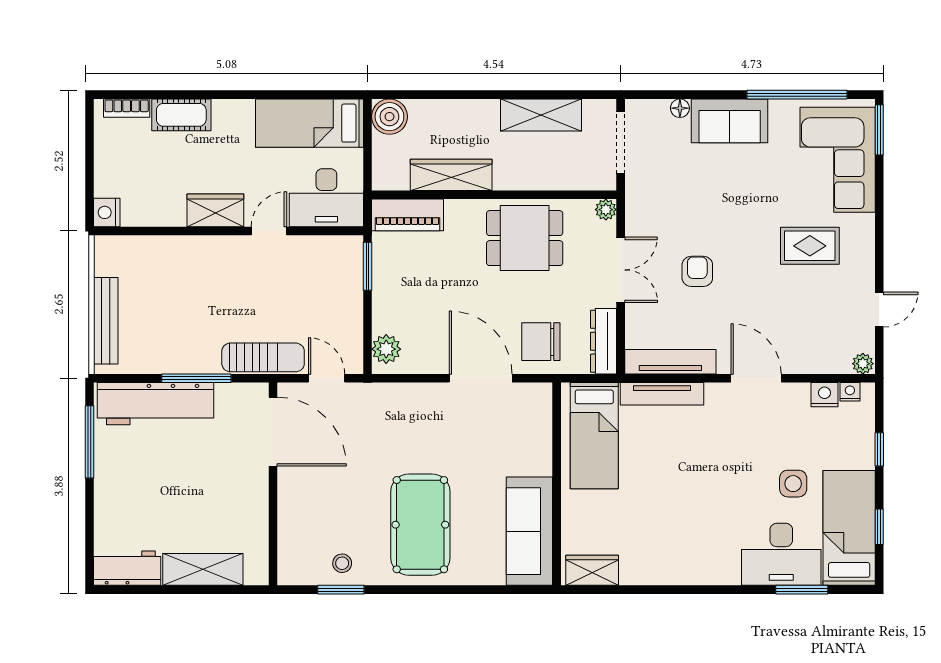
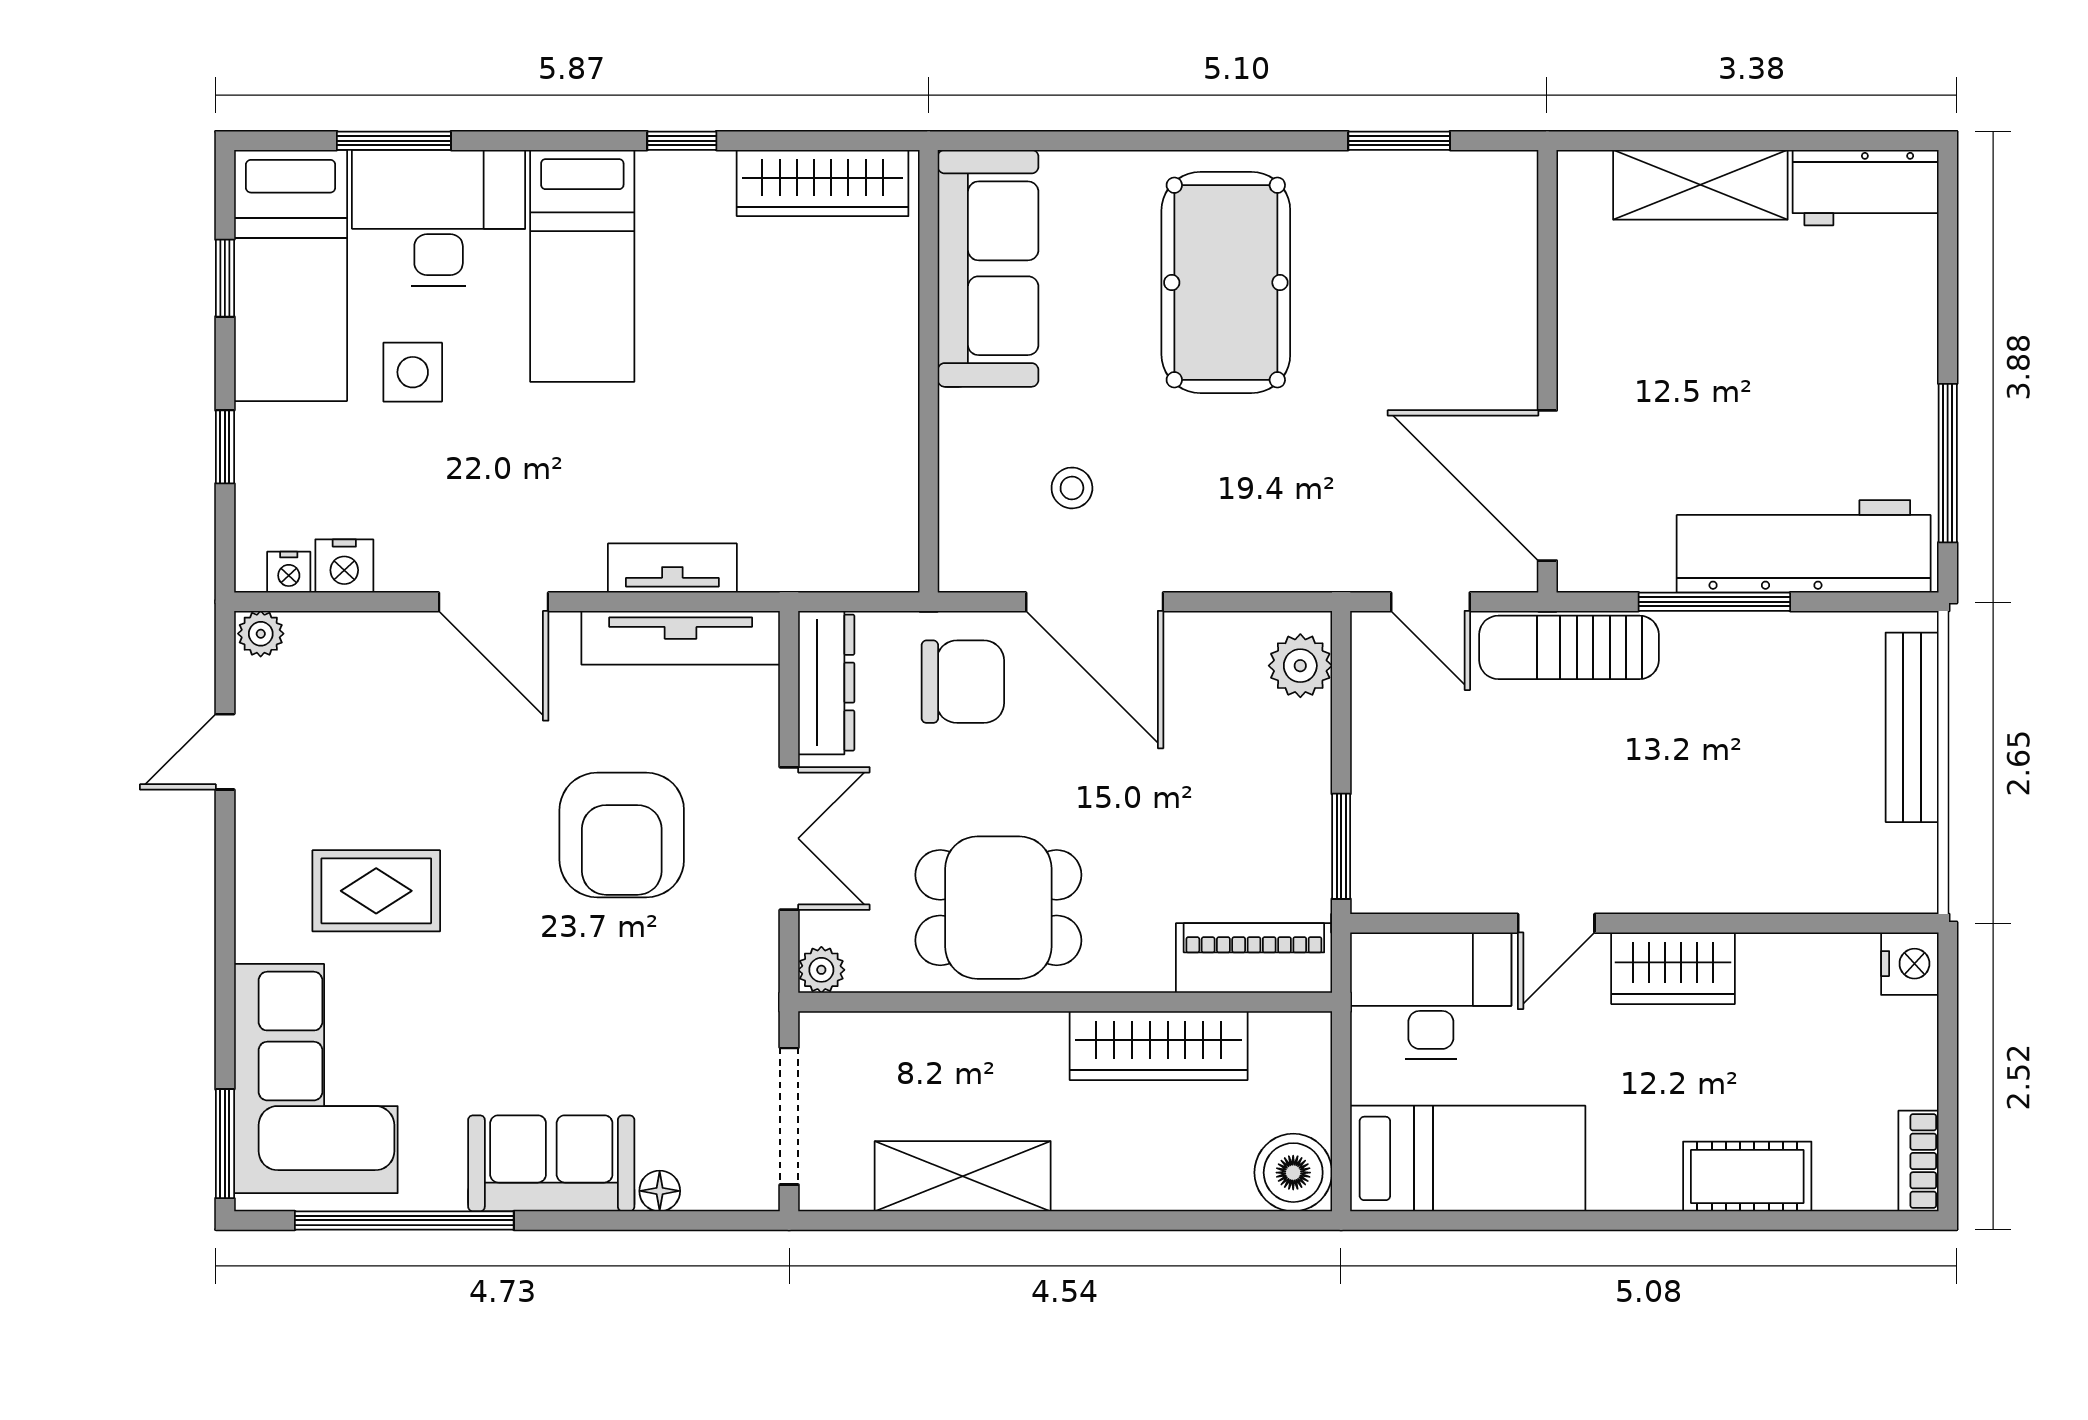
bookcase: (127, 108) -> (1918, 1161), moved, turned -90
double door: (621, 270) -> (789, 838), swing flipped
armchair: (697, 271) -> (622, 835), width x1.88, depth x1.88
tv unit: (662, 394) -> (672, 568), width x0.71
bed: (594, 436) -> (582, 266), moved, turned 180
stool: (342, 563) -> (1072, 488), moved
wardrobe: (592, 570) -> (823, 183), width x1.50
window: (670, 590) -> (682, 141), added

